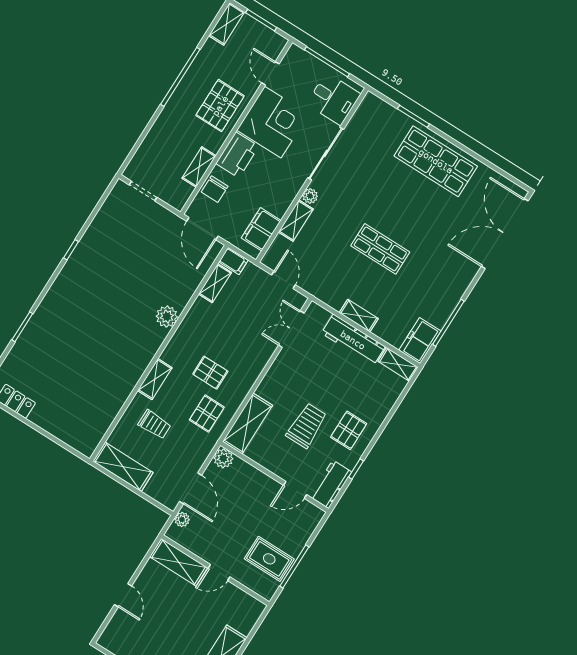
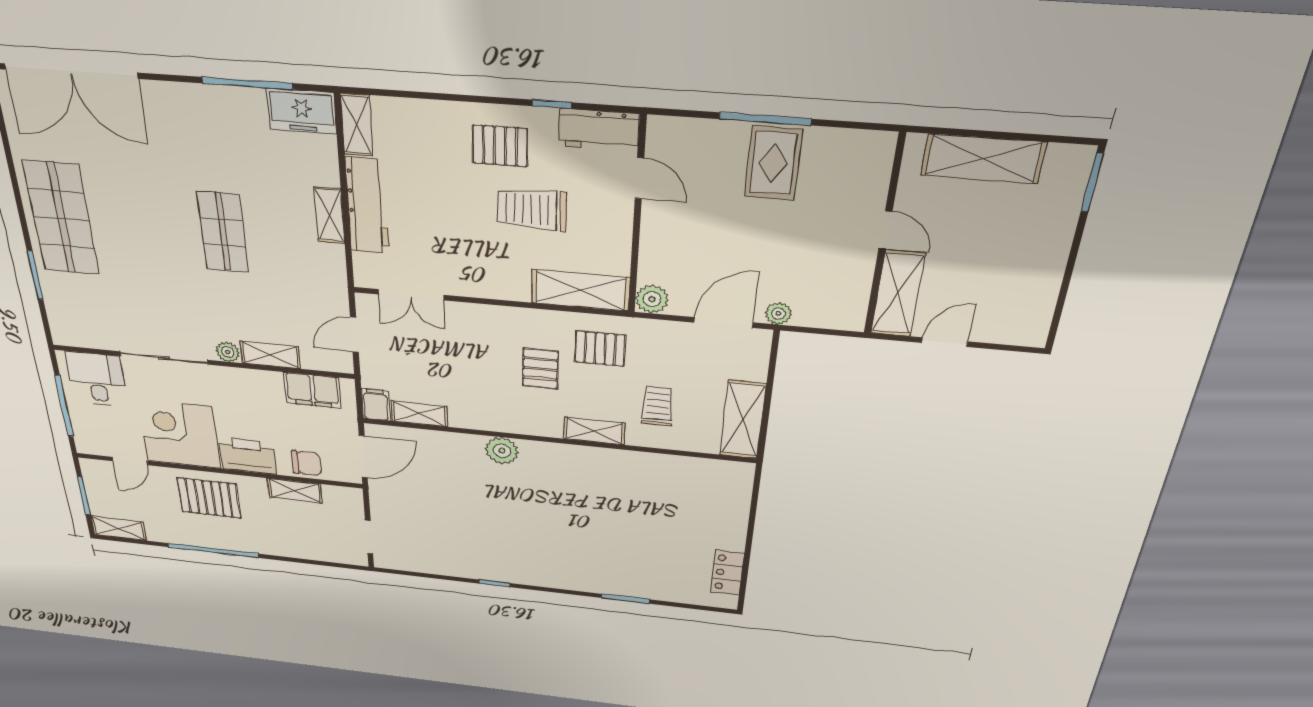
shelving: (179, 562) -> (898, 294), moved
wall: (215, 570) -> (884, 237), moved
door: (219, 573) -> (885, 230), moved

